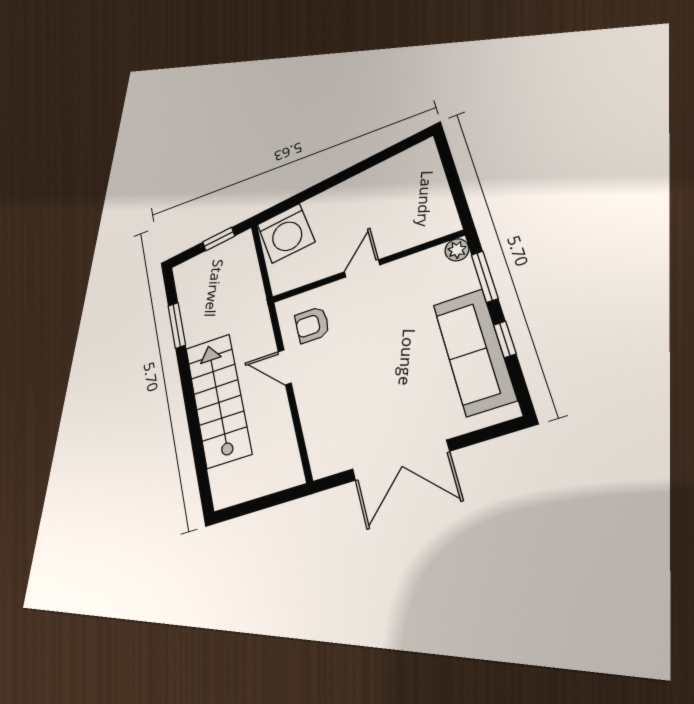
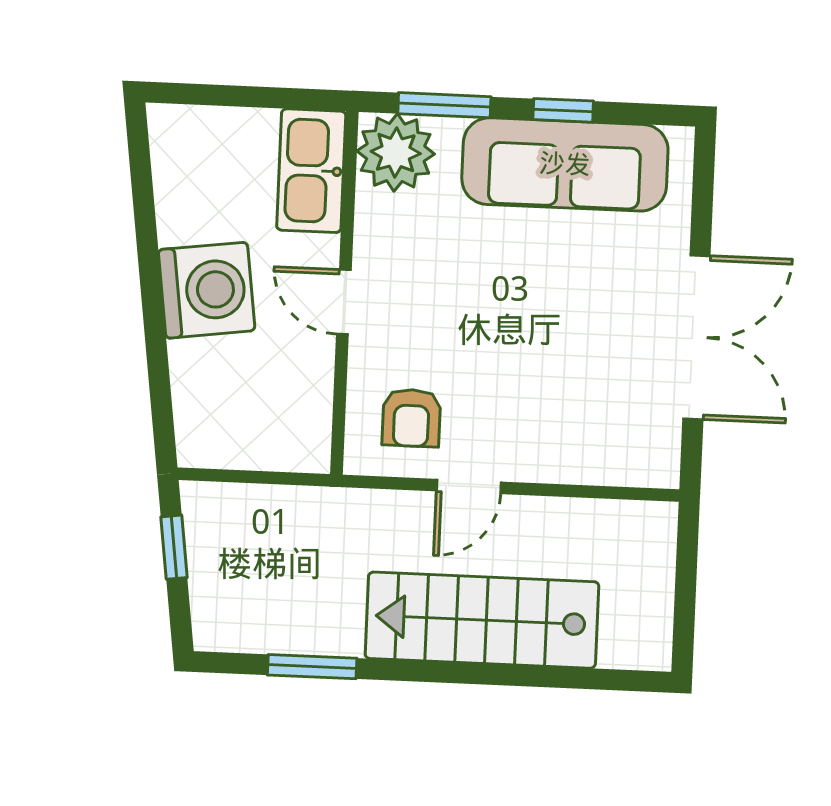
kitchen sink: (425, 226) -> (311, 171), added
washing machine: (286, 233) -> (207, 290), moved
plant: (457, 250) -> (396, 152), width x1.88, depth x1.88

